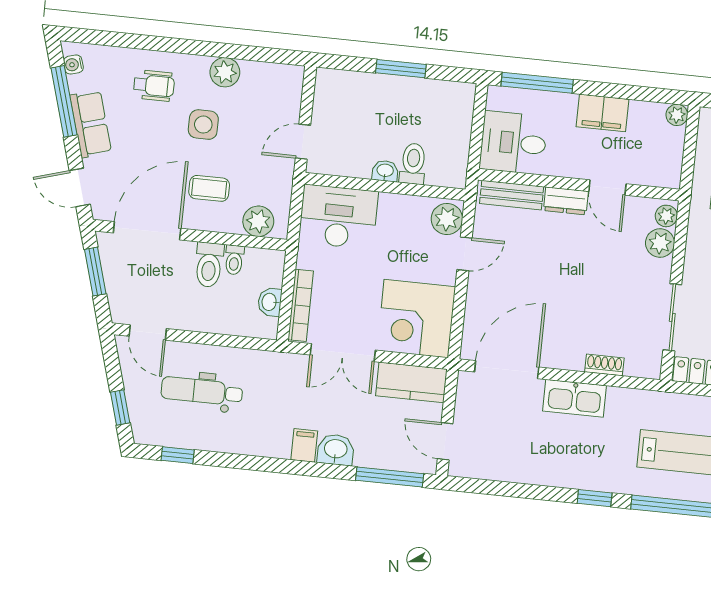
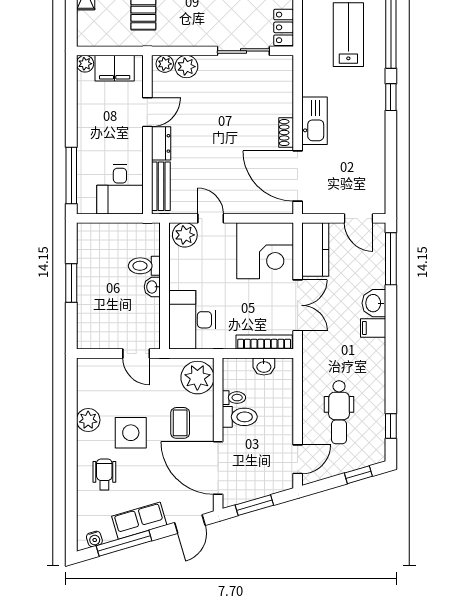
filing cabinet: (602, 113) -> (115, 68), moved, turned 90
side table: (203, 125) -> (131, 433), width x1.37, depth x1.37
plant: (258, 221) -> (197, 378), width x1.36, depth x1.36
shoe rack: (604, 365) -> (286, 133), moved
door: (445, 441) -> (358, 218), hinge flipped

